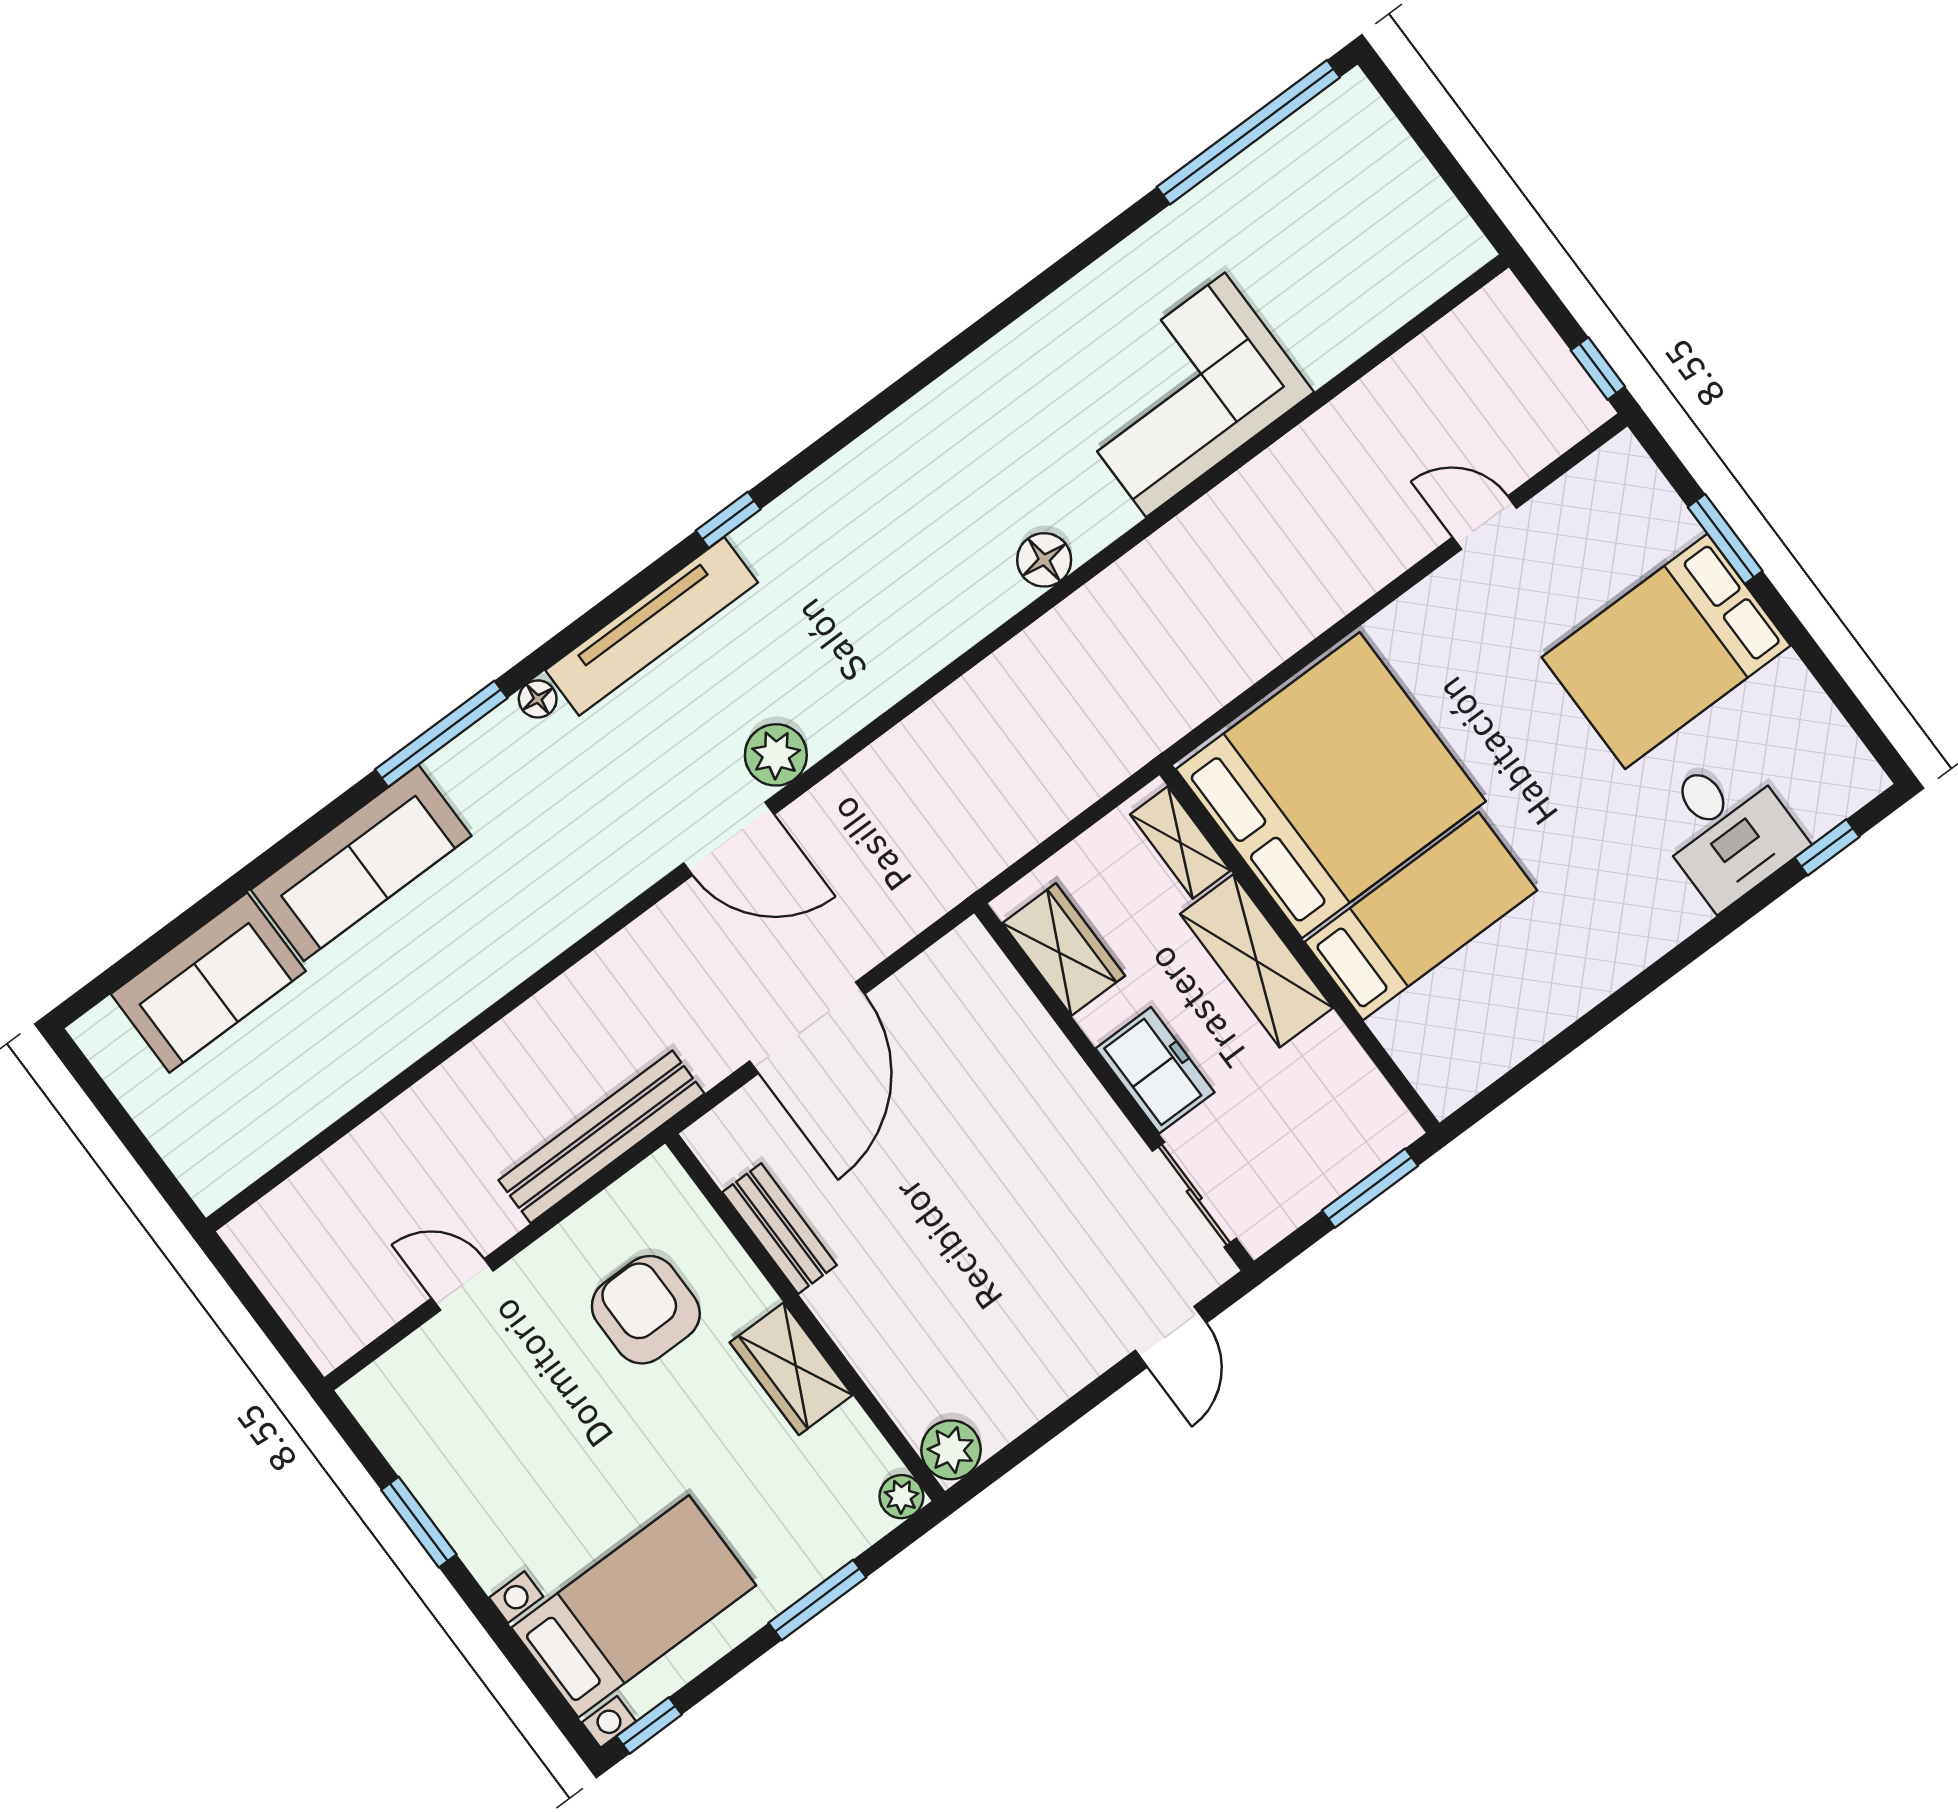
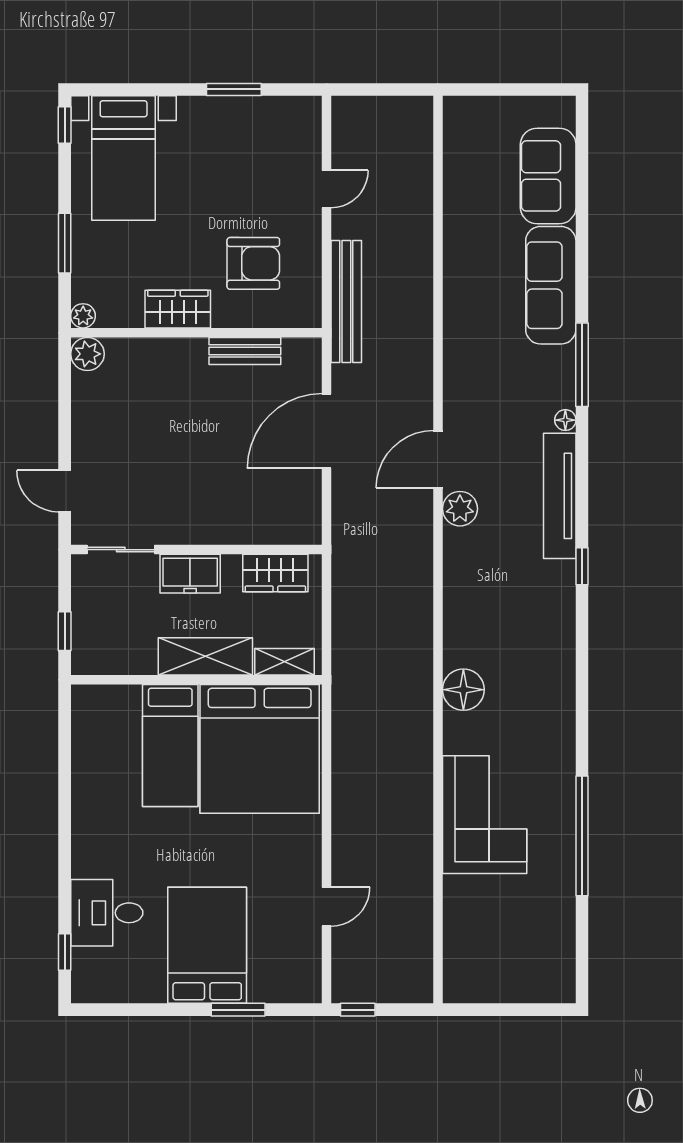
window: (1248, 132) -> (582, 836), moved
floor lamp: (1044, 560) -> (463, 690), width x1.38, depth x1.38
door: (807, 1028) -> (326, 431), hinge flipped
window: (1370, 1188) -> (65, 631), width x0.67

